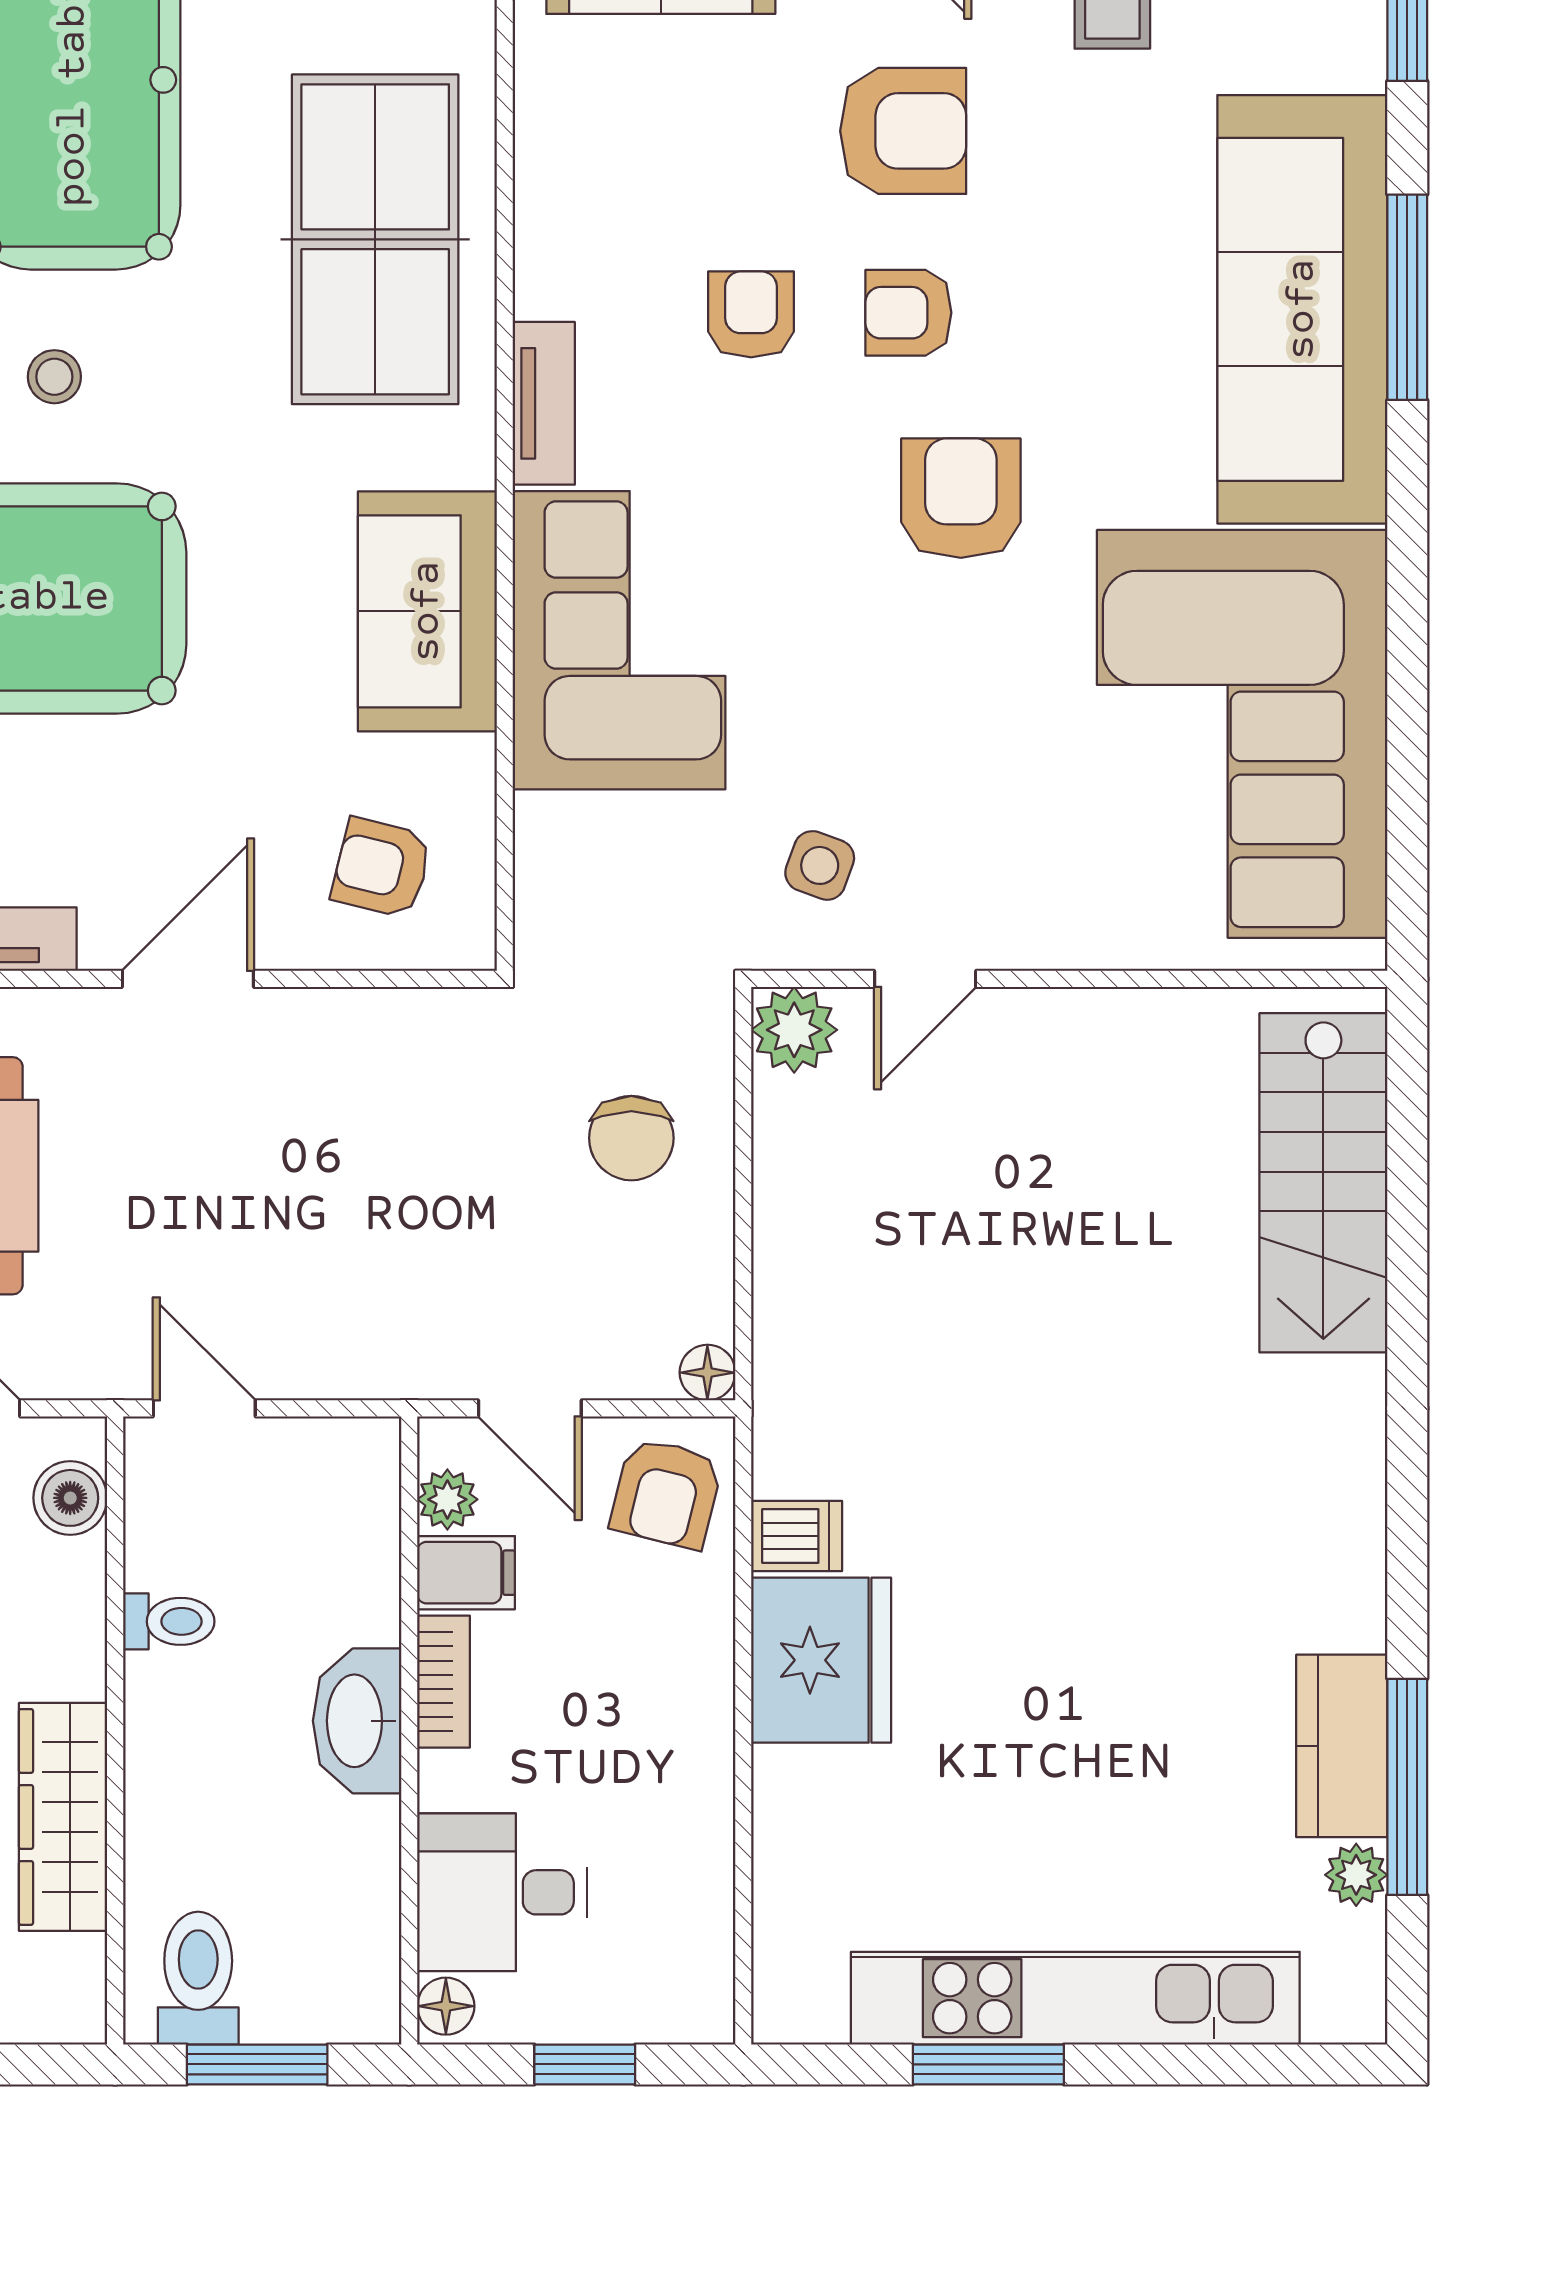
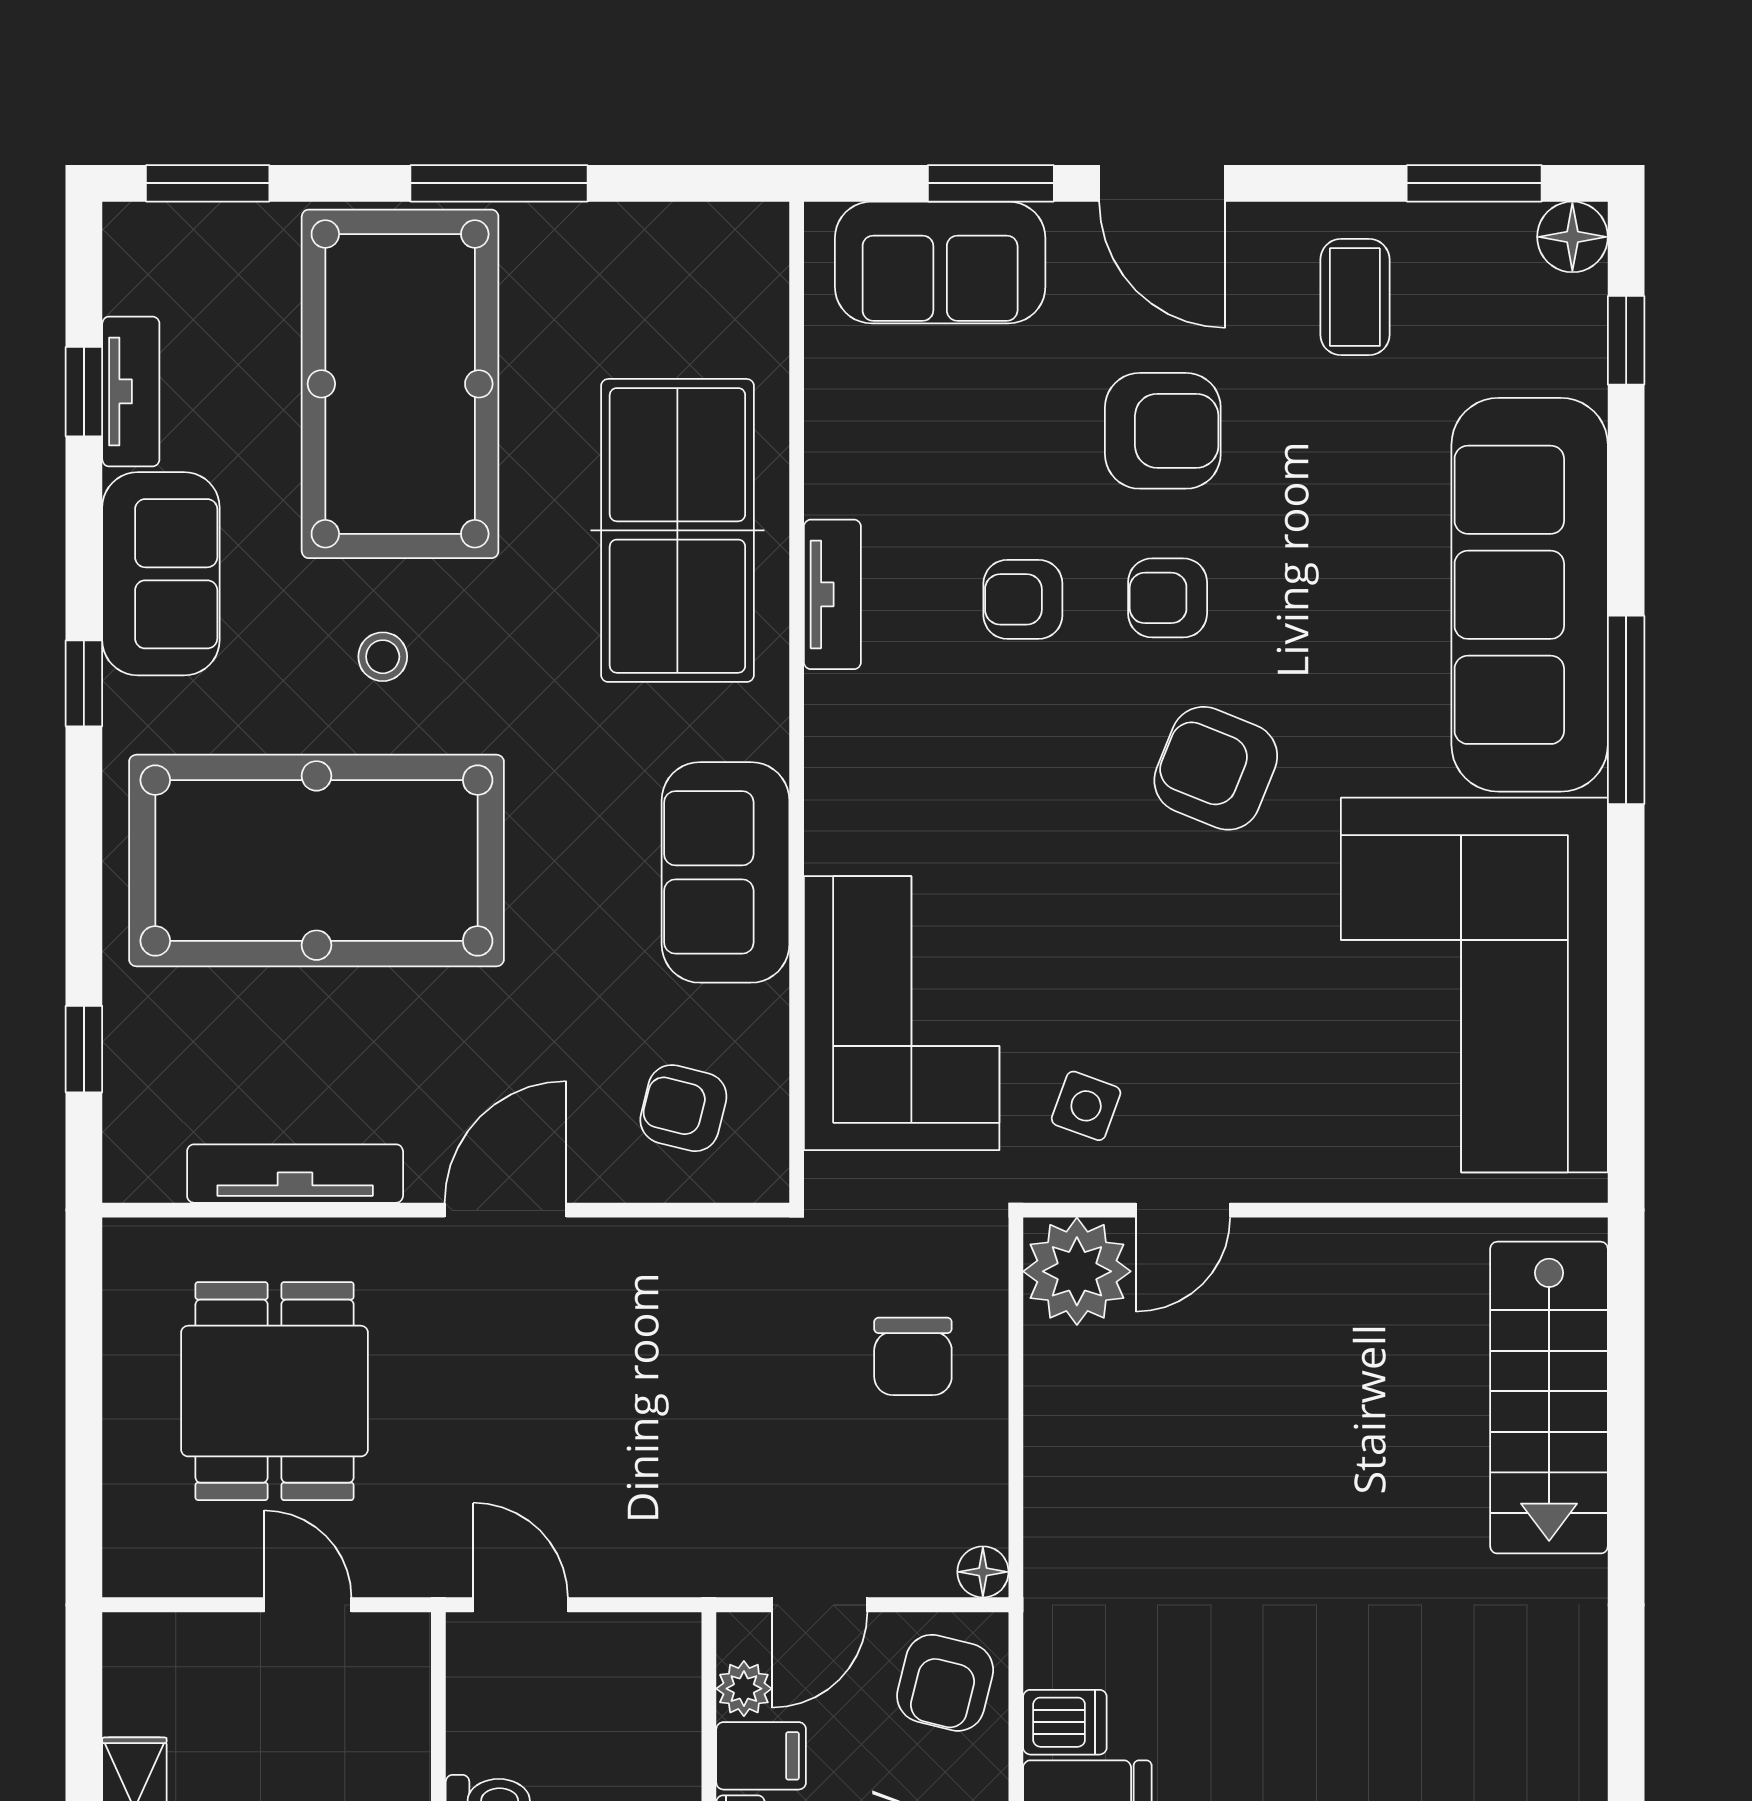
window: (1407, 297) -> (1626, 710), moved
armchair: (751, 314) -> (1023, 599), turned -90
tv unit: (544, 403) -> (832, 594), moved
armchair: (961, 498) -> (1216, 768), turned -68
corner sofa: (619, 640) -> (902, 1013), moved
plant: (794, 1030) -> (1077, 1271), width x1.36, depth x1.36
door: (530, 1408) -> (820, 1605), hinge flipped
boiler: (70, 1498) -> (397, 1687), removed

